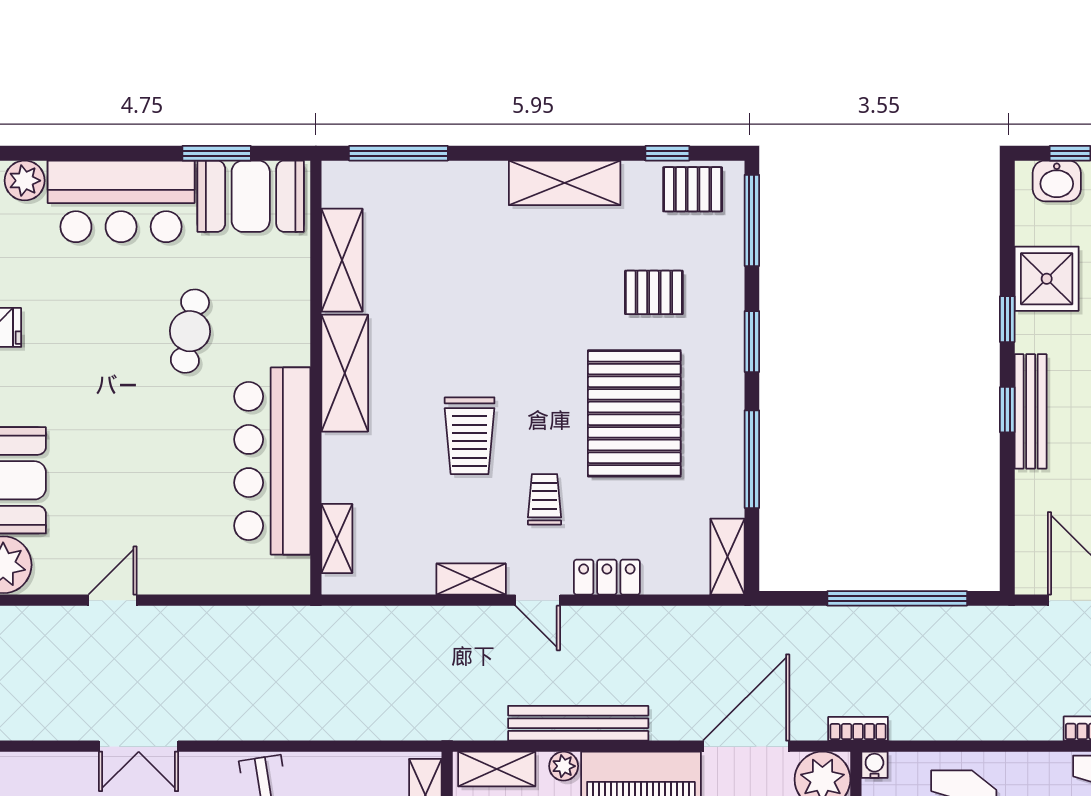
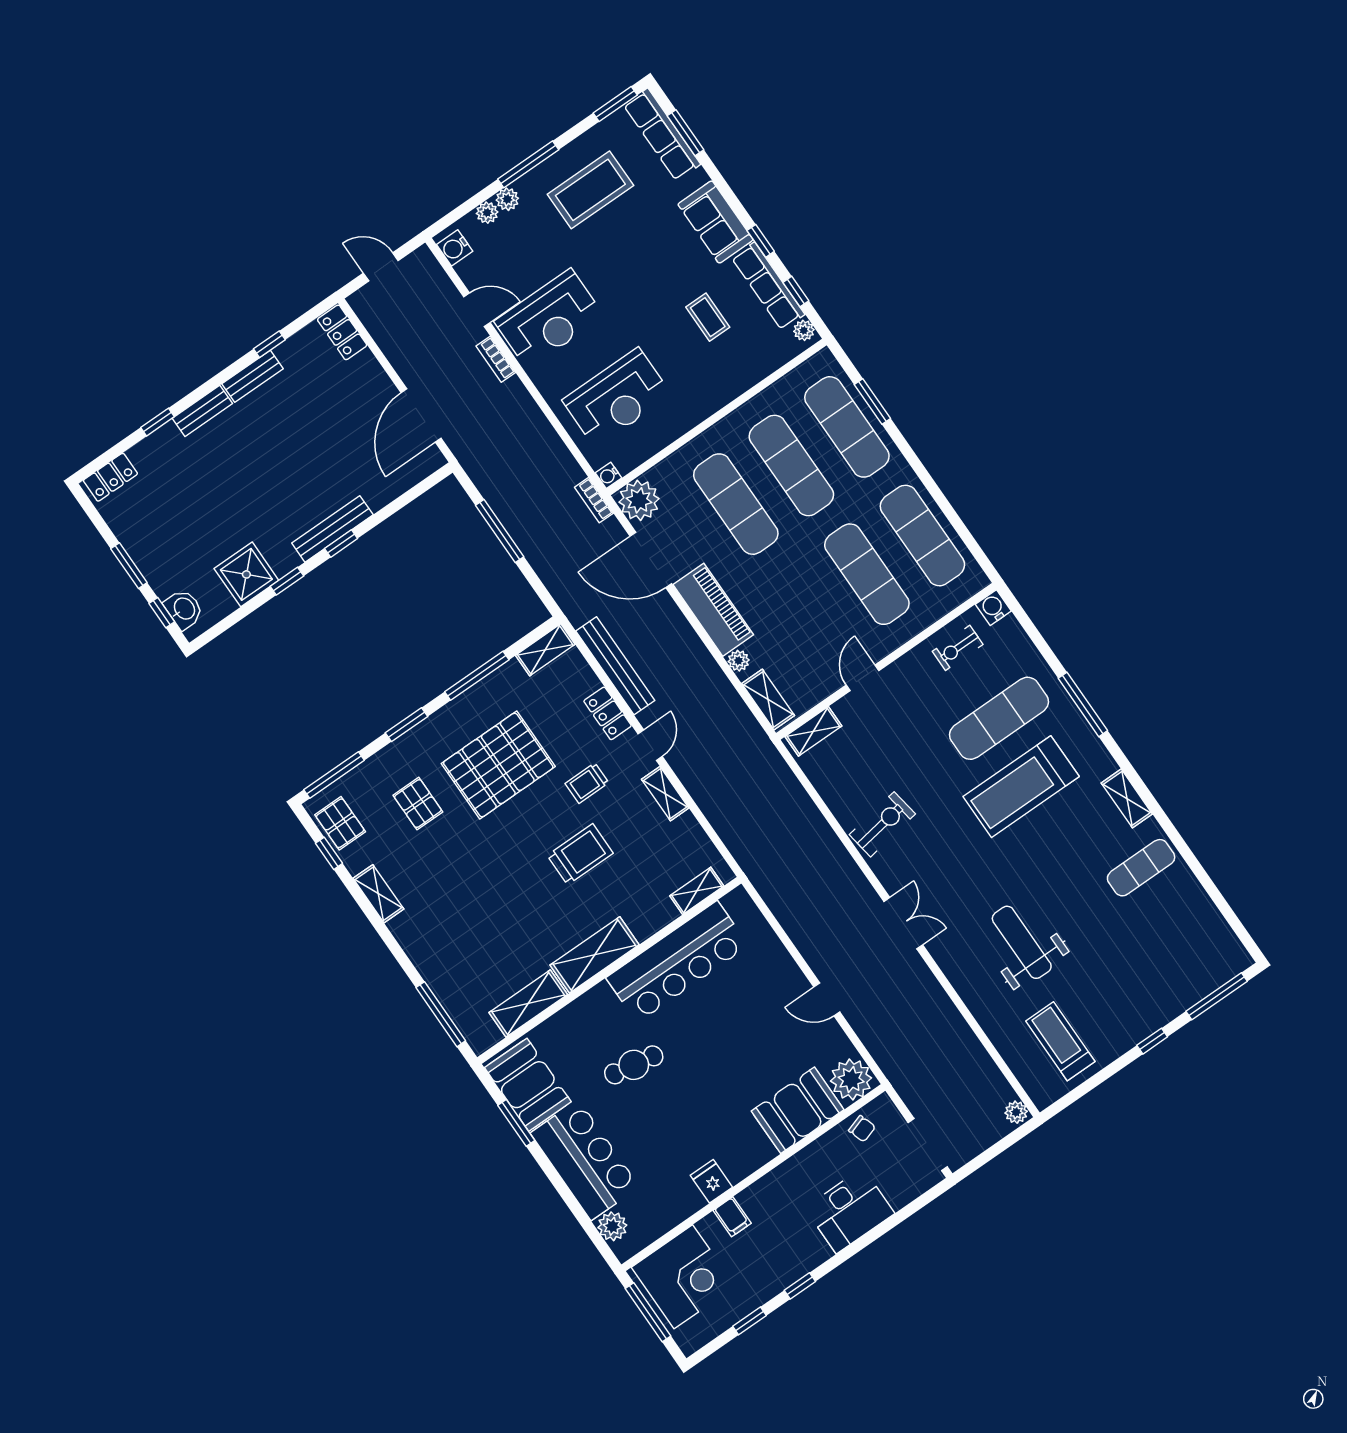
shelving: (565, 183) -> (378, 894), width x0.67, depth x0.75
window: (897, 598) -> (500, 531), width x0.68
bench: (578, 723) -> (615, 666), moved

